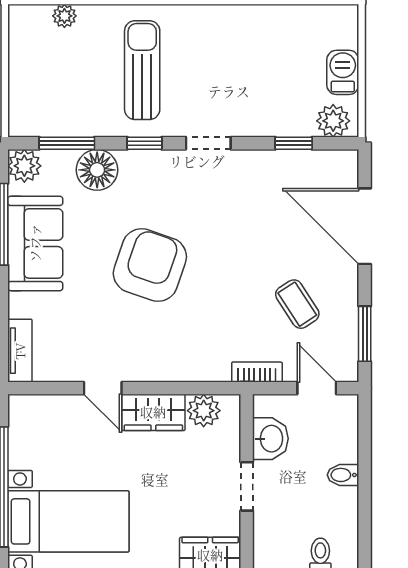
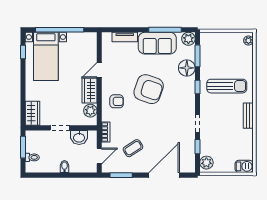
plant: (64, 16) -> (248, 41), moved
bench: (216, 16) -> (248, 116), added
barbecue: (343, 72) -> (244, 166), moved
doorway: (208, 143) -> (197, 123), moved
armchair: (180, 345) -> (117, 101), added
tv unit: (20, 351) -> (125, 37), moved

